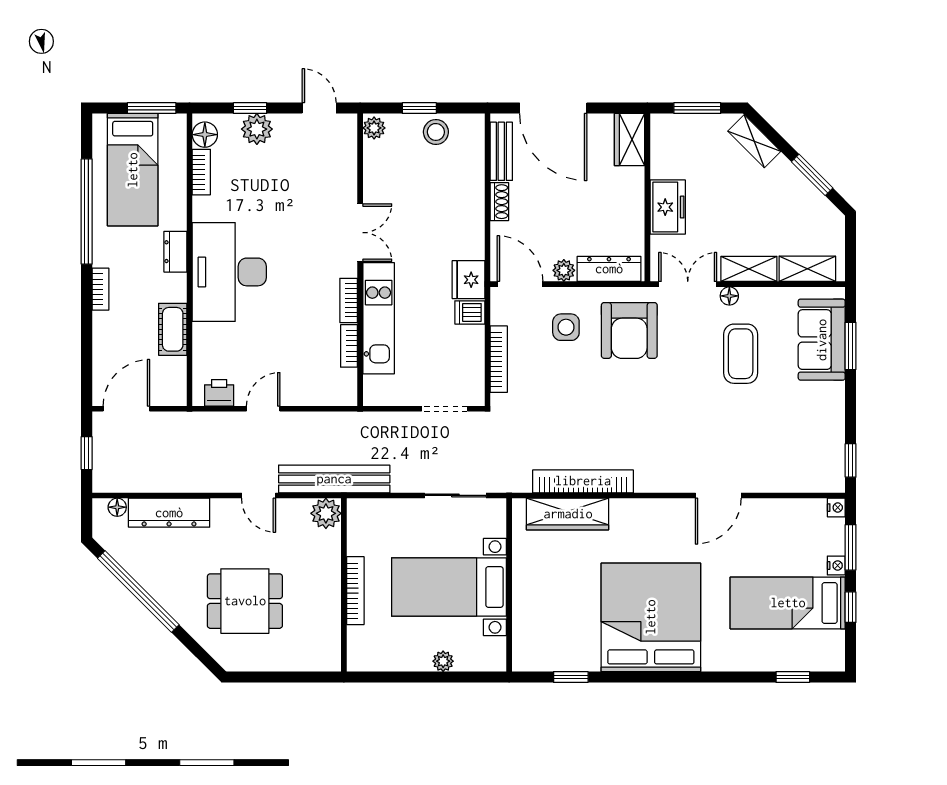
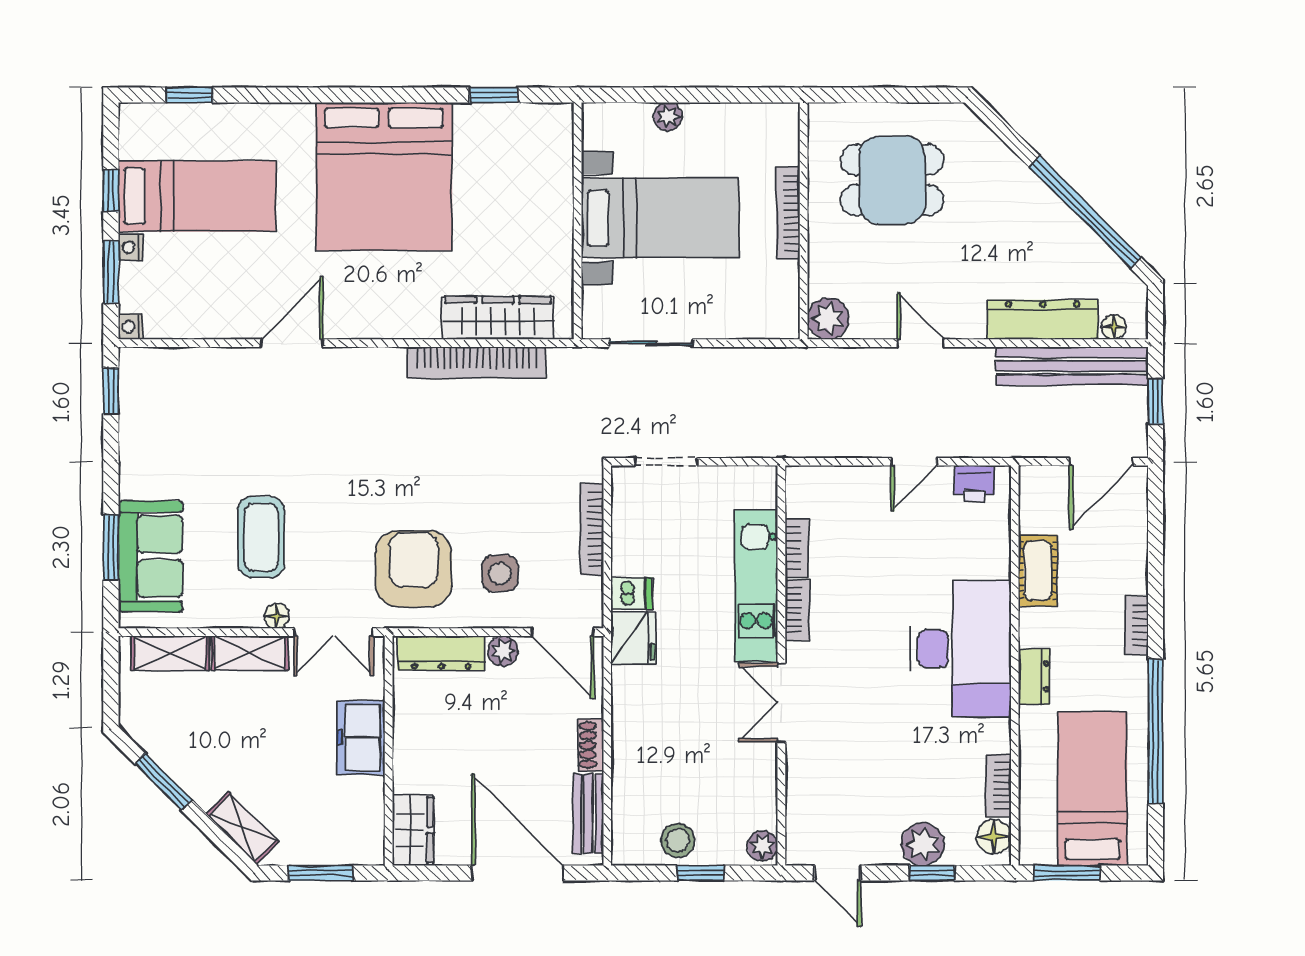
bench: (334, 479) -> (1072, 366), moved
dining table: (245, 601) -> (892, 180), moved

